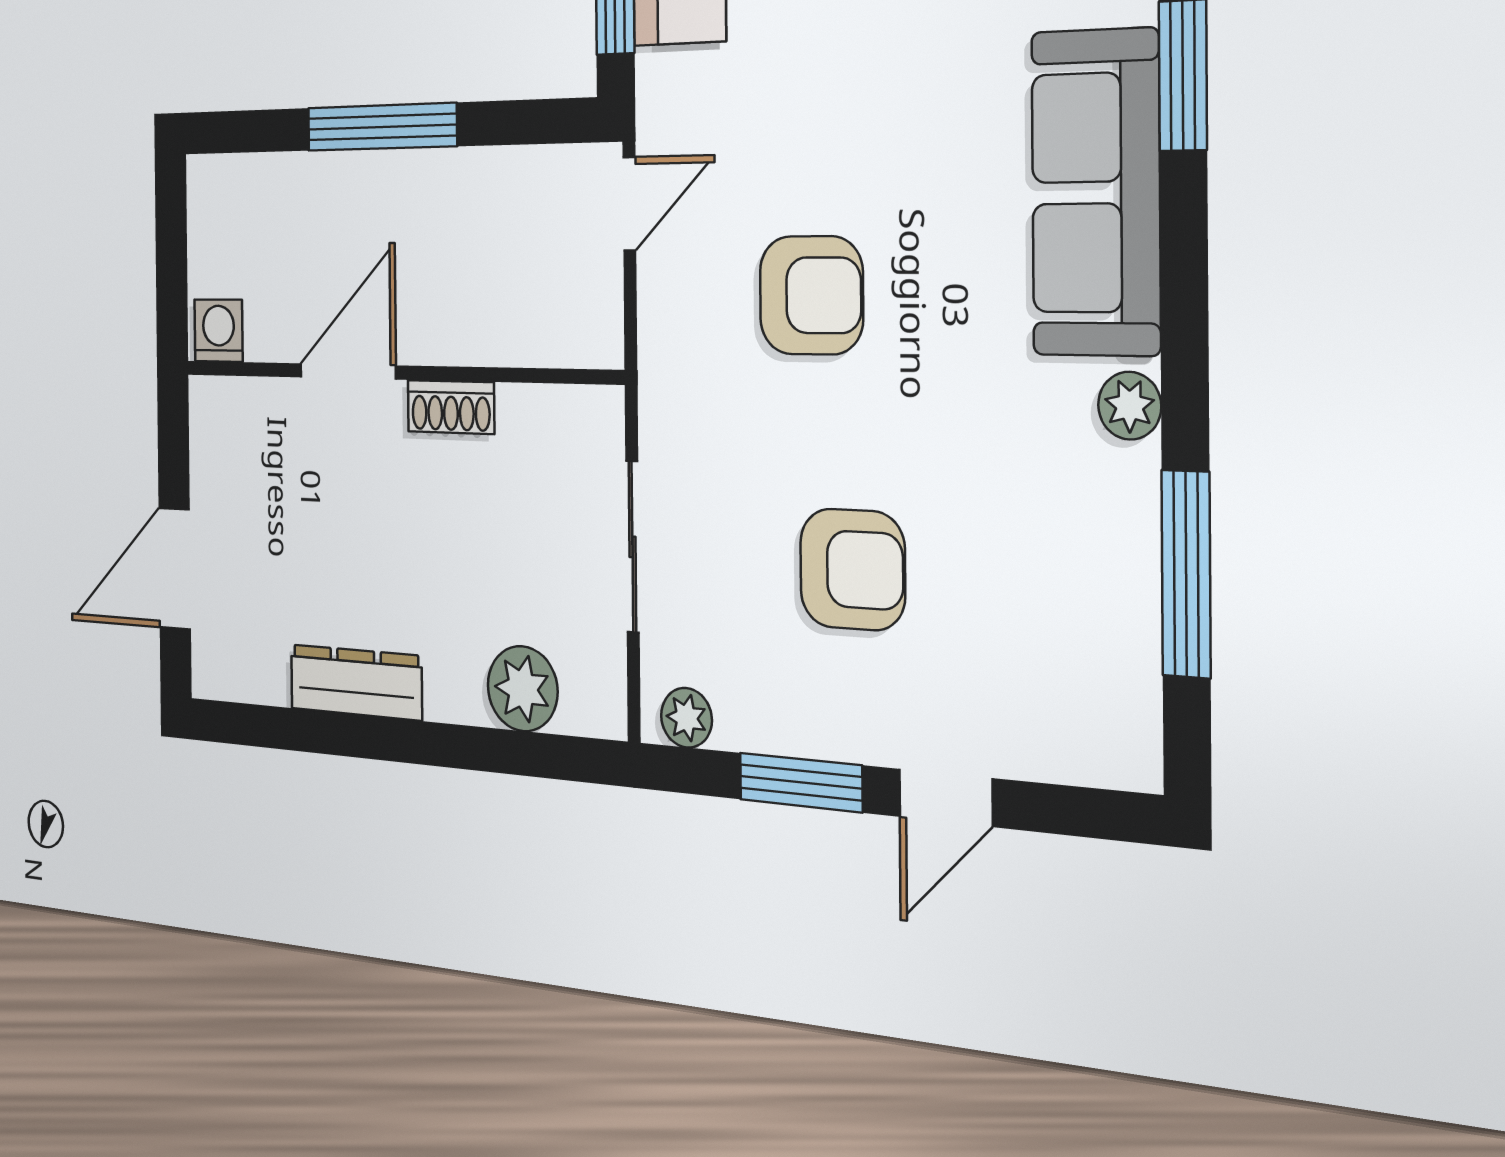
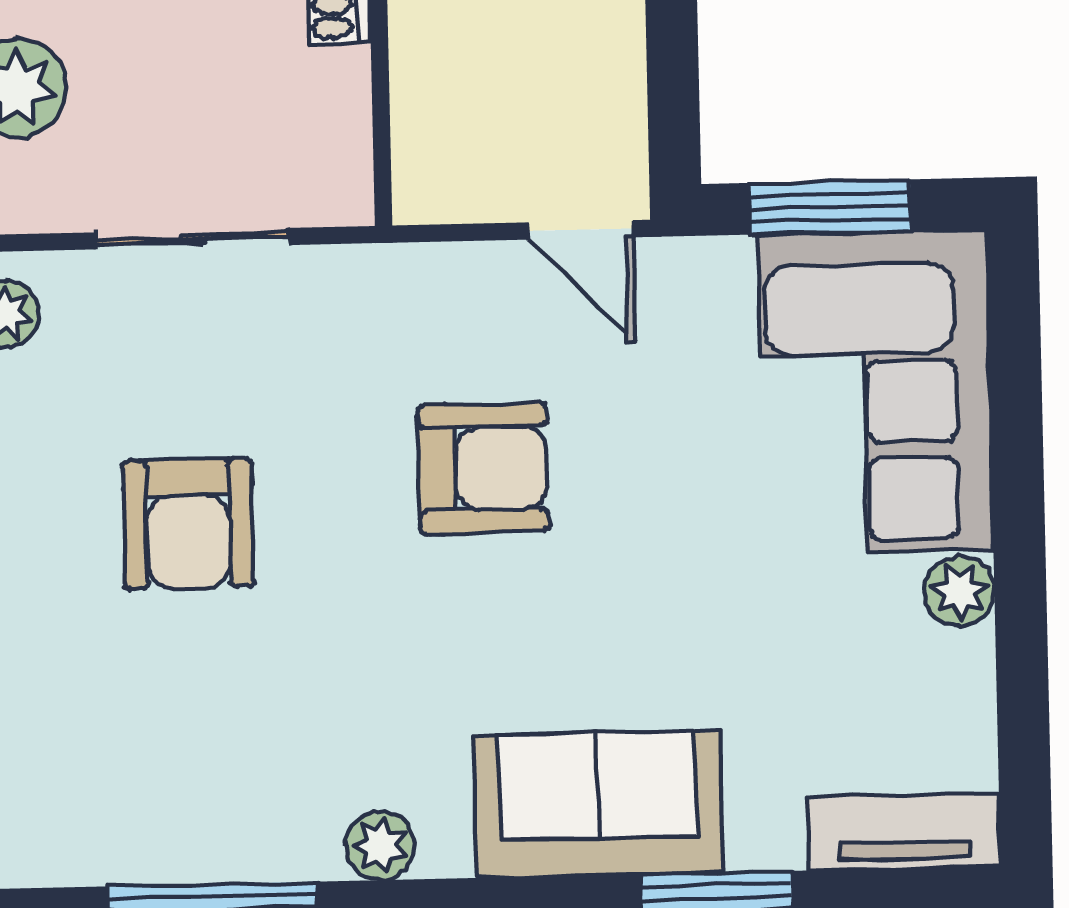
sofa: (1096, 193) -> (598, 804), width x0.73
armchair: (811, 295) -> (483, 468), turned -90

